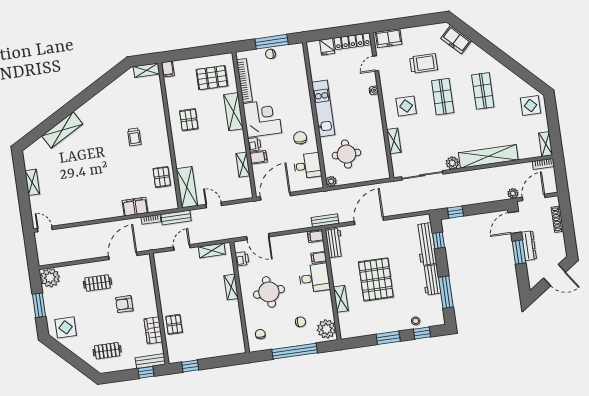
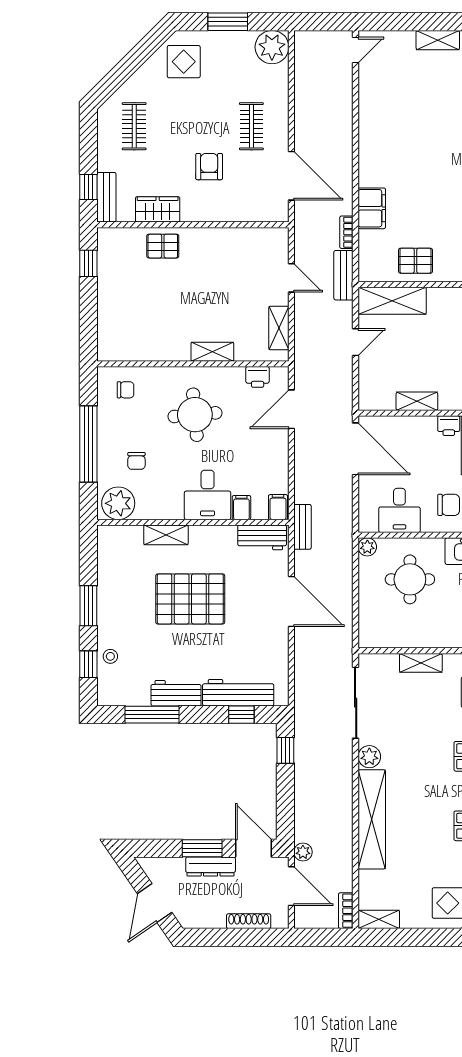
filing cabinet: (258, 157) -> (426, 429), removed

